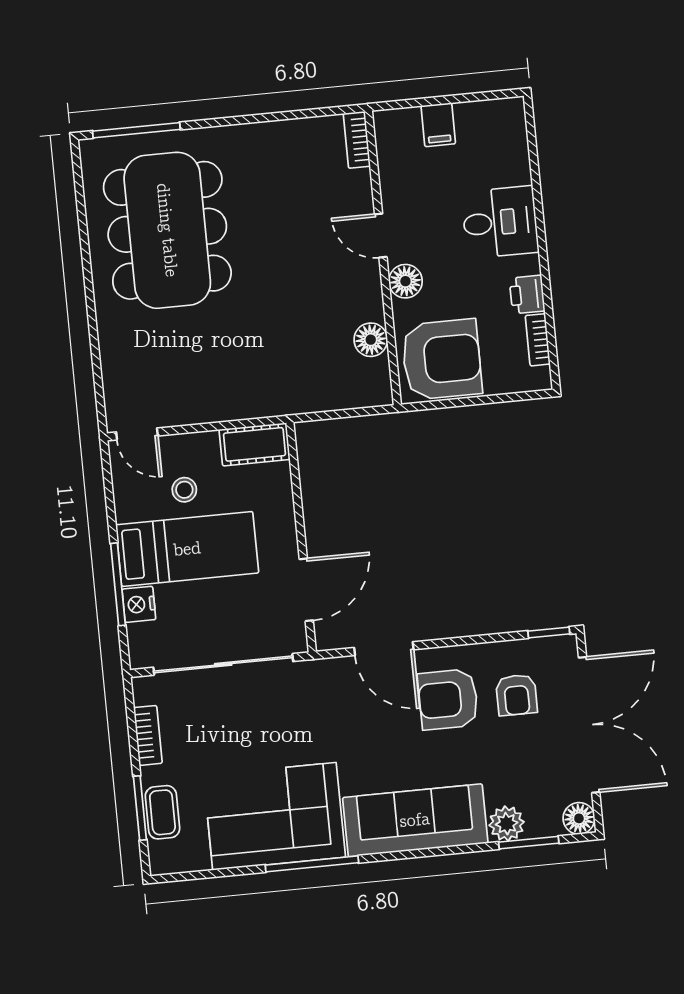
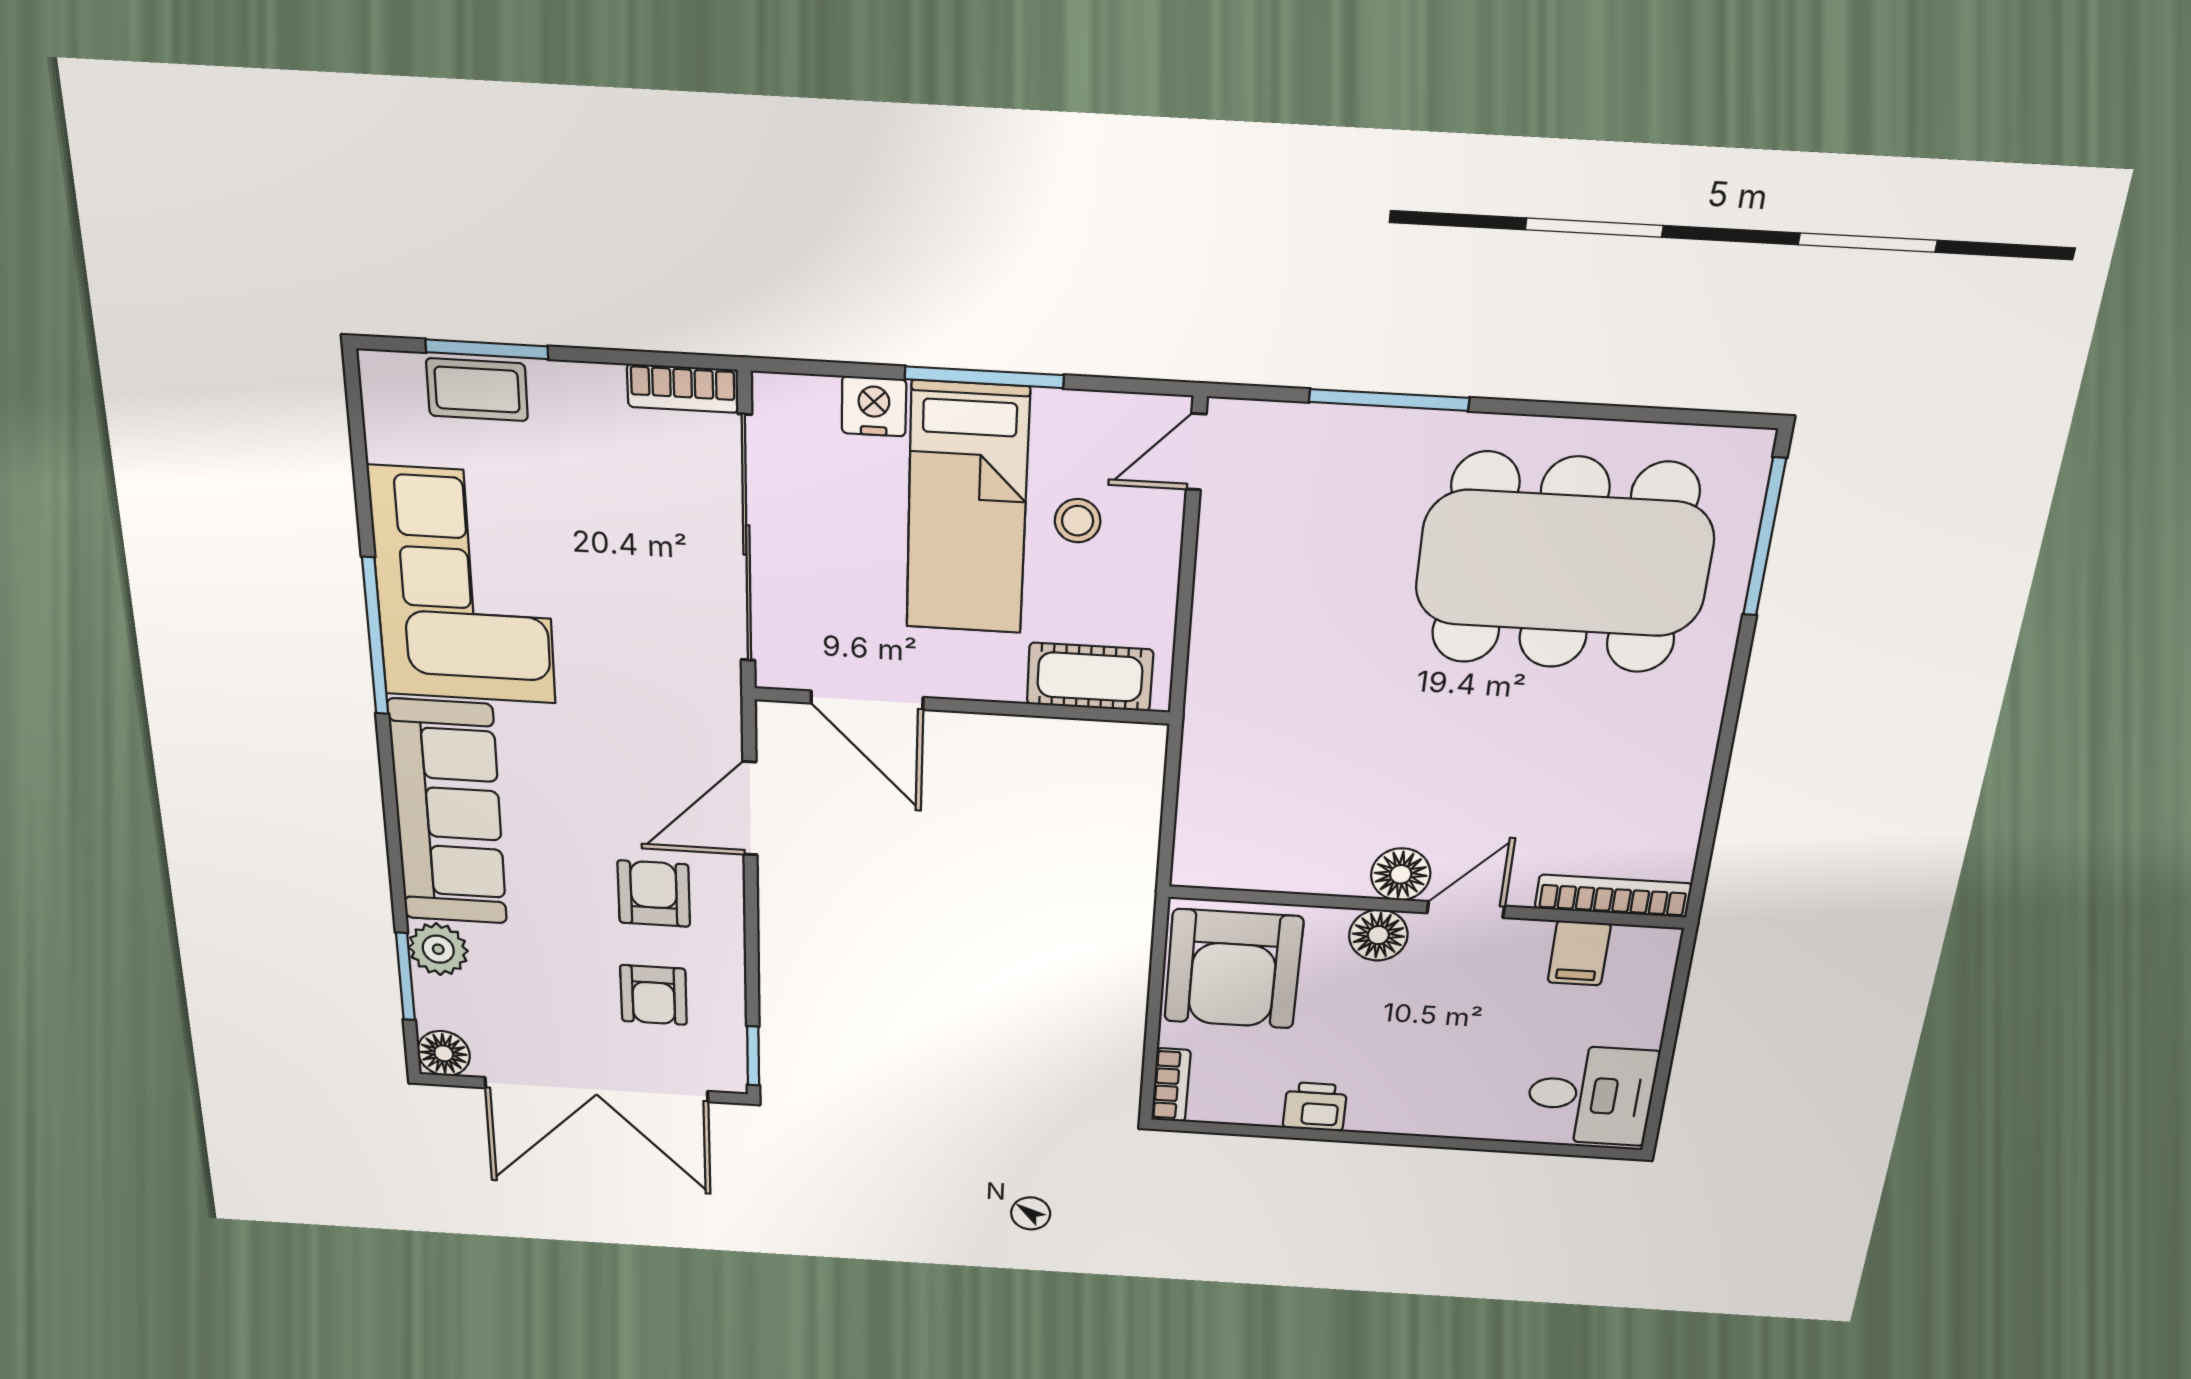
filing cabinet: (438, 125) -> (1579, 953), moved, turned -90
bookcase: (357, 140) -> (1613, 896), width x1.56
desk: (500, 222) -> (1591, 1095), moved, turned -90
window: (94, 340) -> (1389, 400), added
floor lamp: (371, 340) -> (1401, 874), moved
bookcase: (538, 340) -> (1171, 1085), moved, turned 90
cot: (254, 444) -> (1090, 677), moved, turned 90
window: (118, 584) -> (984, 377), moved
armchair: (516, 695) -> (654, 995), turned -90
armchair: (448, 699) -> (654, 894), width x0.72, depth x0.72
bookcase: (148, 735) -> (683, 388), moved

